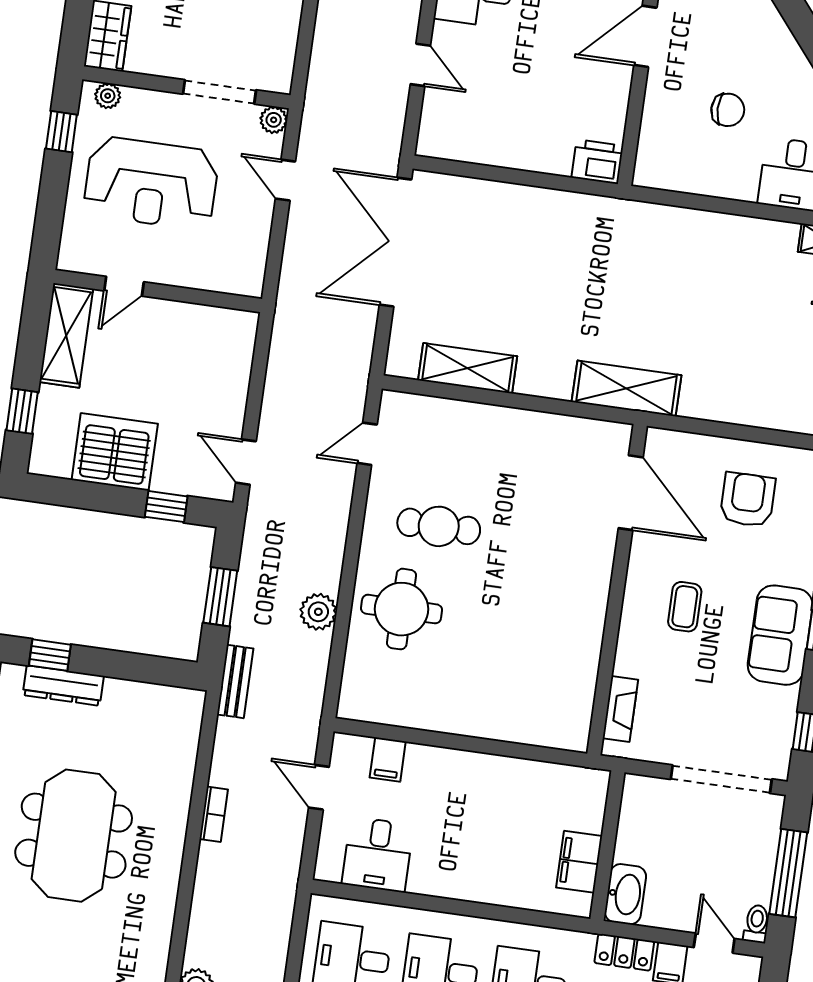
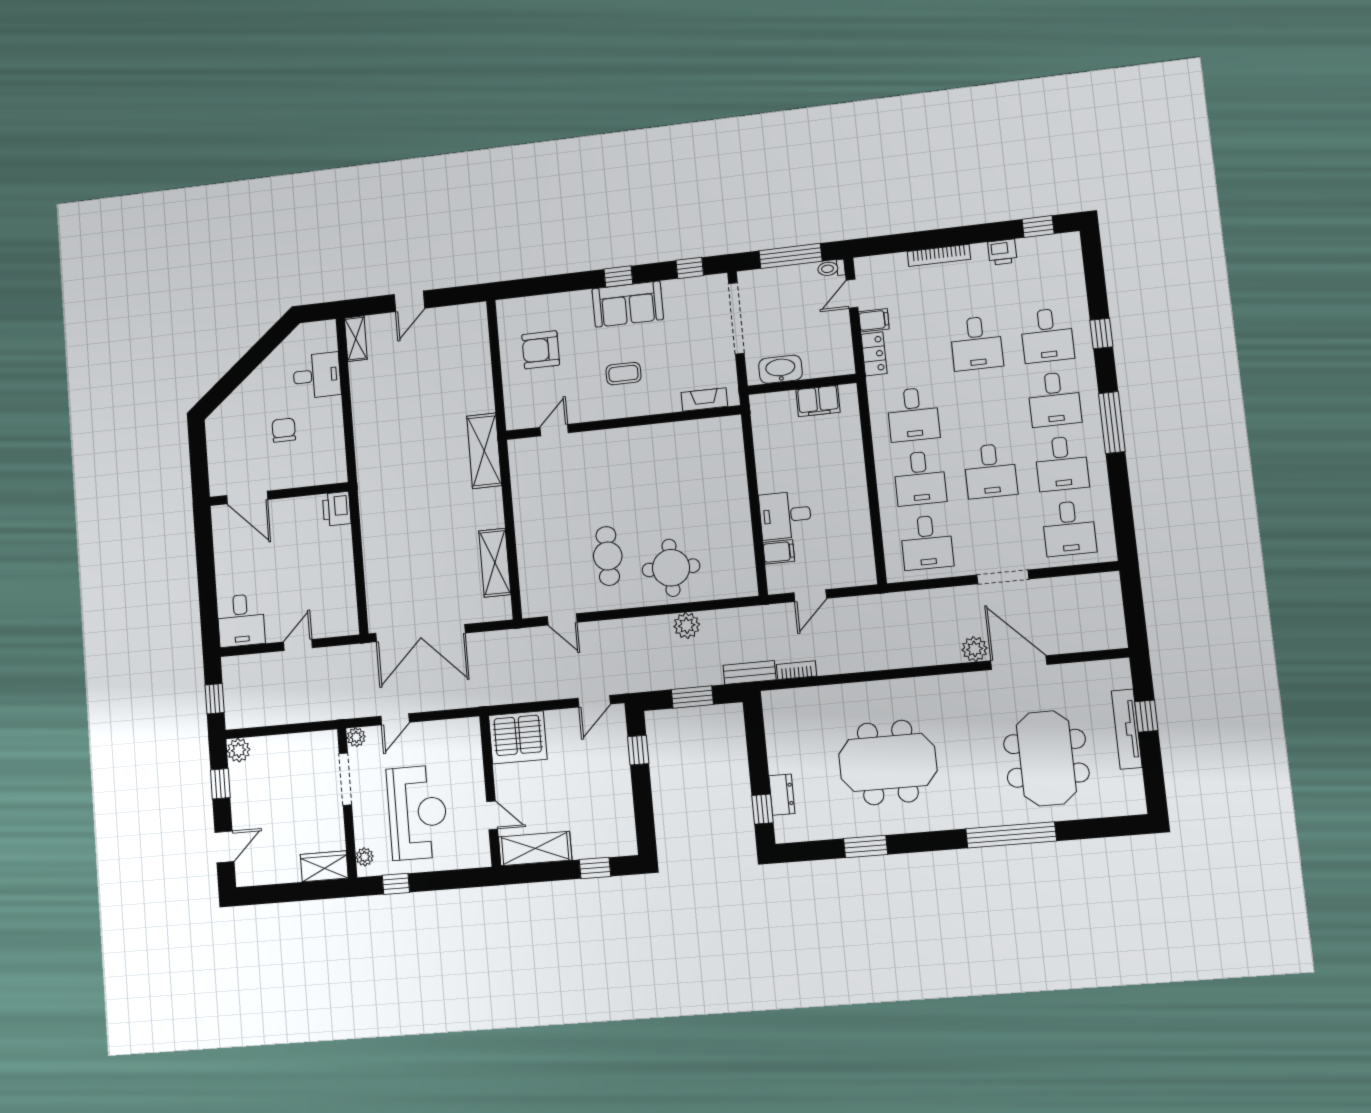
server rack: (115, 452) -> (518, 737), moved, turned -90
door: (631, 493) -> (554, 430), width x0.53
dresser: (63, 686) -> (782, 795), width x0.70
bookcase: (214, 814) -> (797, 670), moved
desk: (378, 854) -> (785, 515), moved, turned 180
washbasin: (625, 894) -> (780, 369), moved

